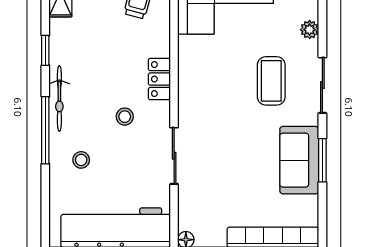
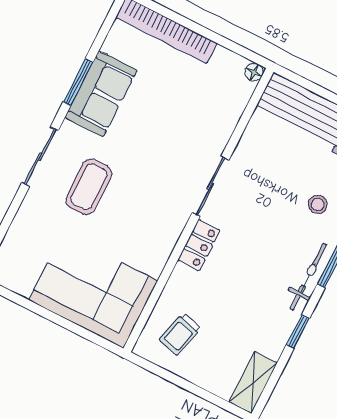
plant: (310, 30) -> (25, 218), removed
stool: (125, 117) -> (252, 225), removed
sliding door: (174, 156) -> (211, 186), moved

